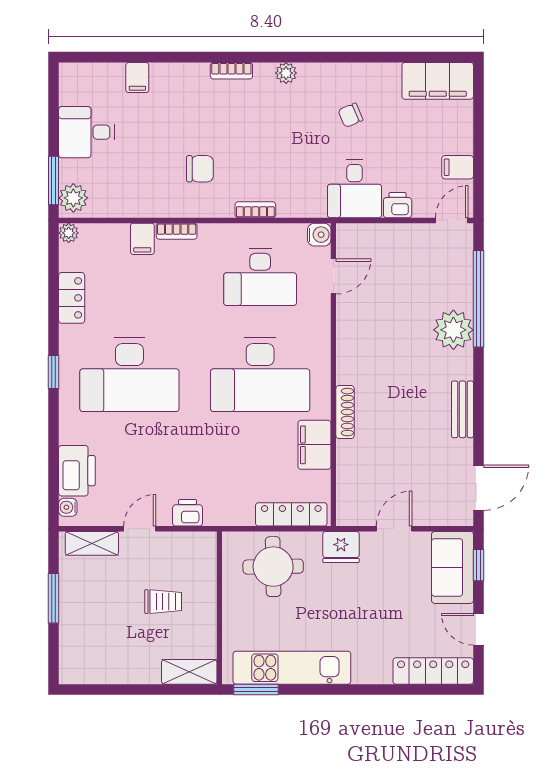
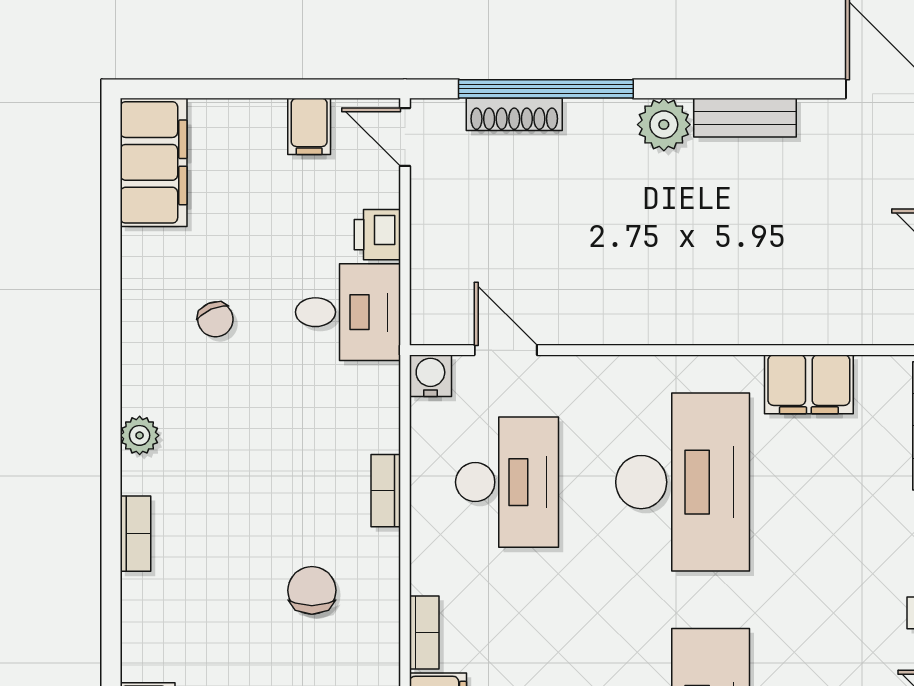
plant: (453, 330) -> (664, 125), moved, width x0.73, depth x0.73
shoe rack: (345, 412) -> (514, 114), moved, turned 180

